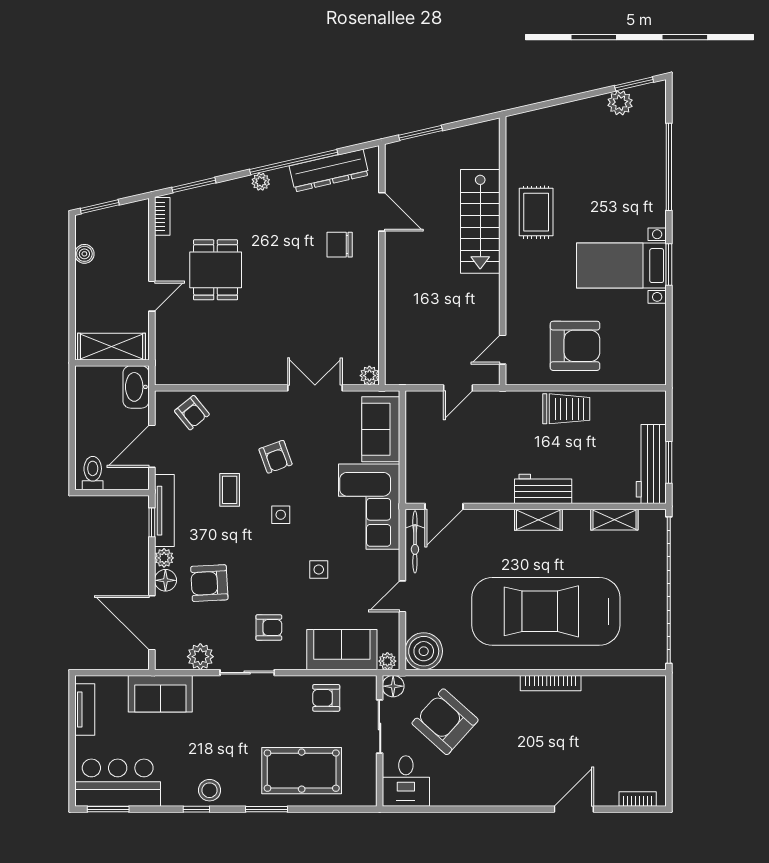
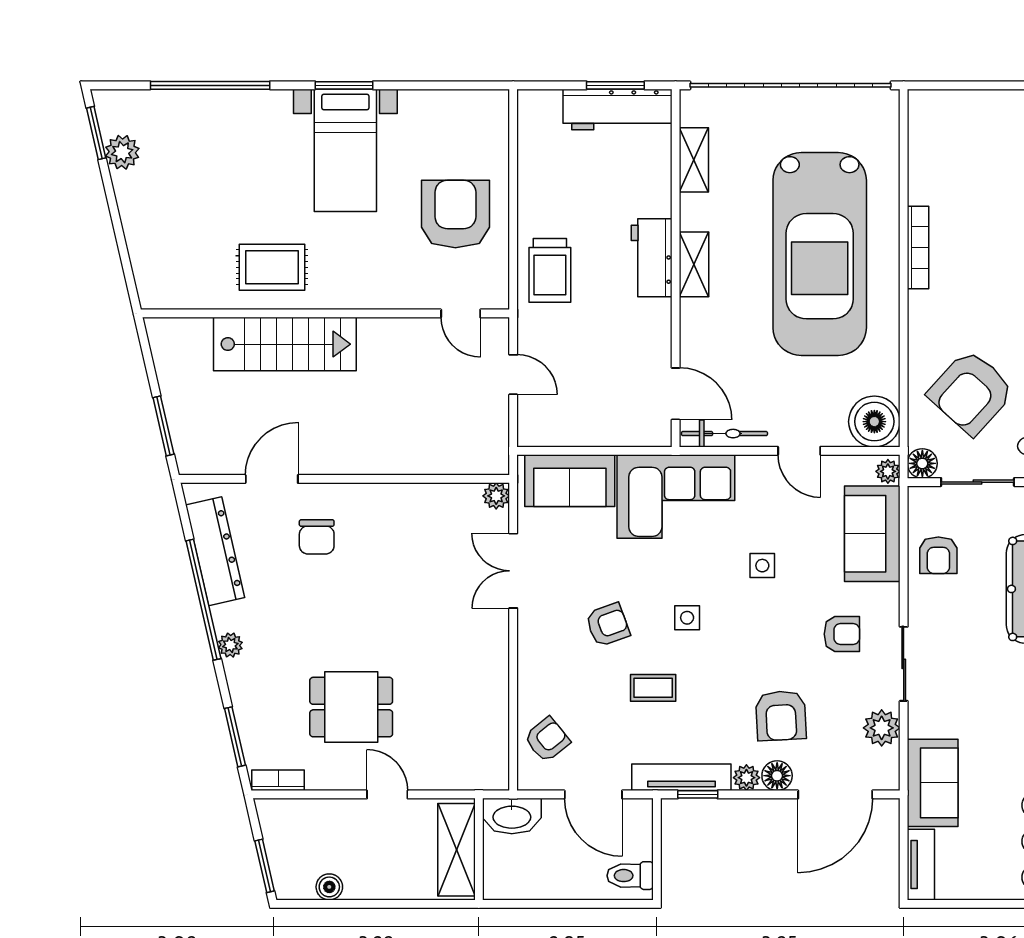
trolley: (566, 409) -> (550, 270), moved, turned 180
armchair: (269, 628) -> (842, 634), turned 90
tv unit: (85, 709) -> (921, 865), moved, turned 90

